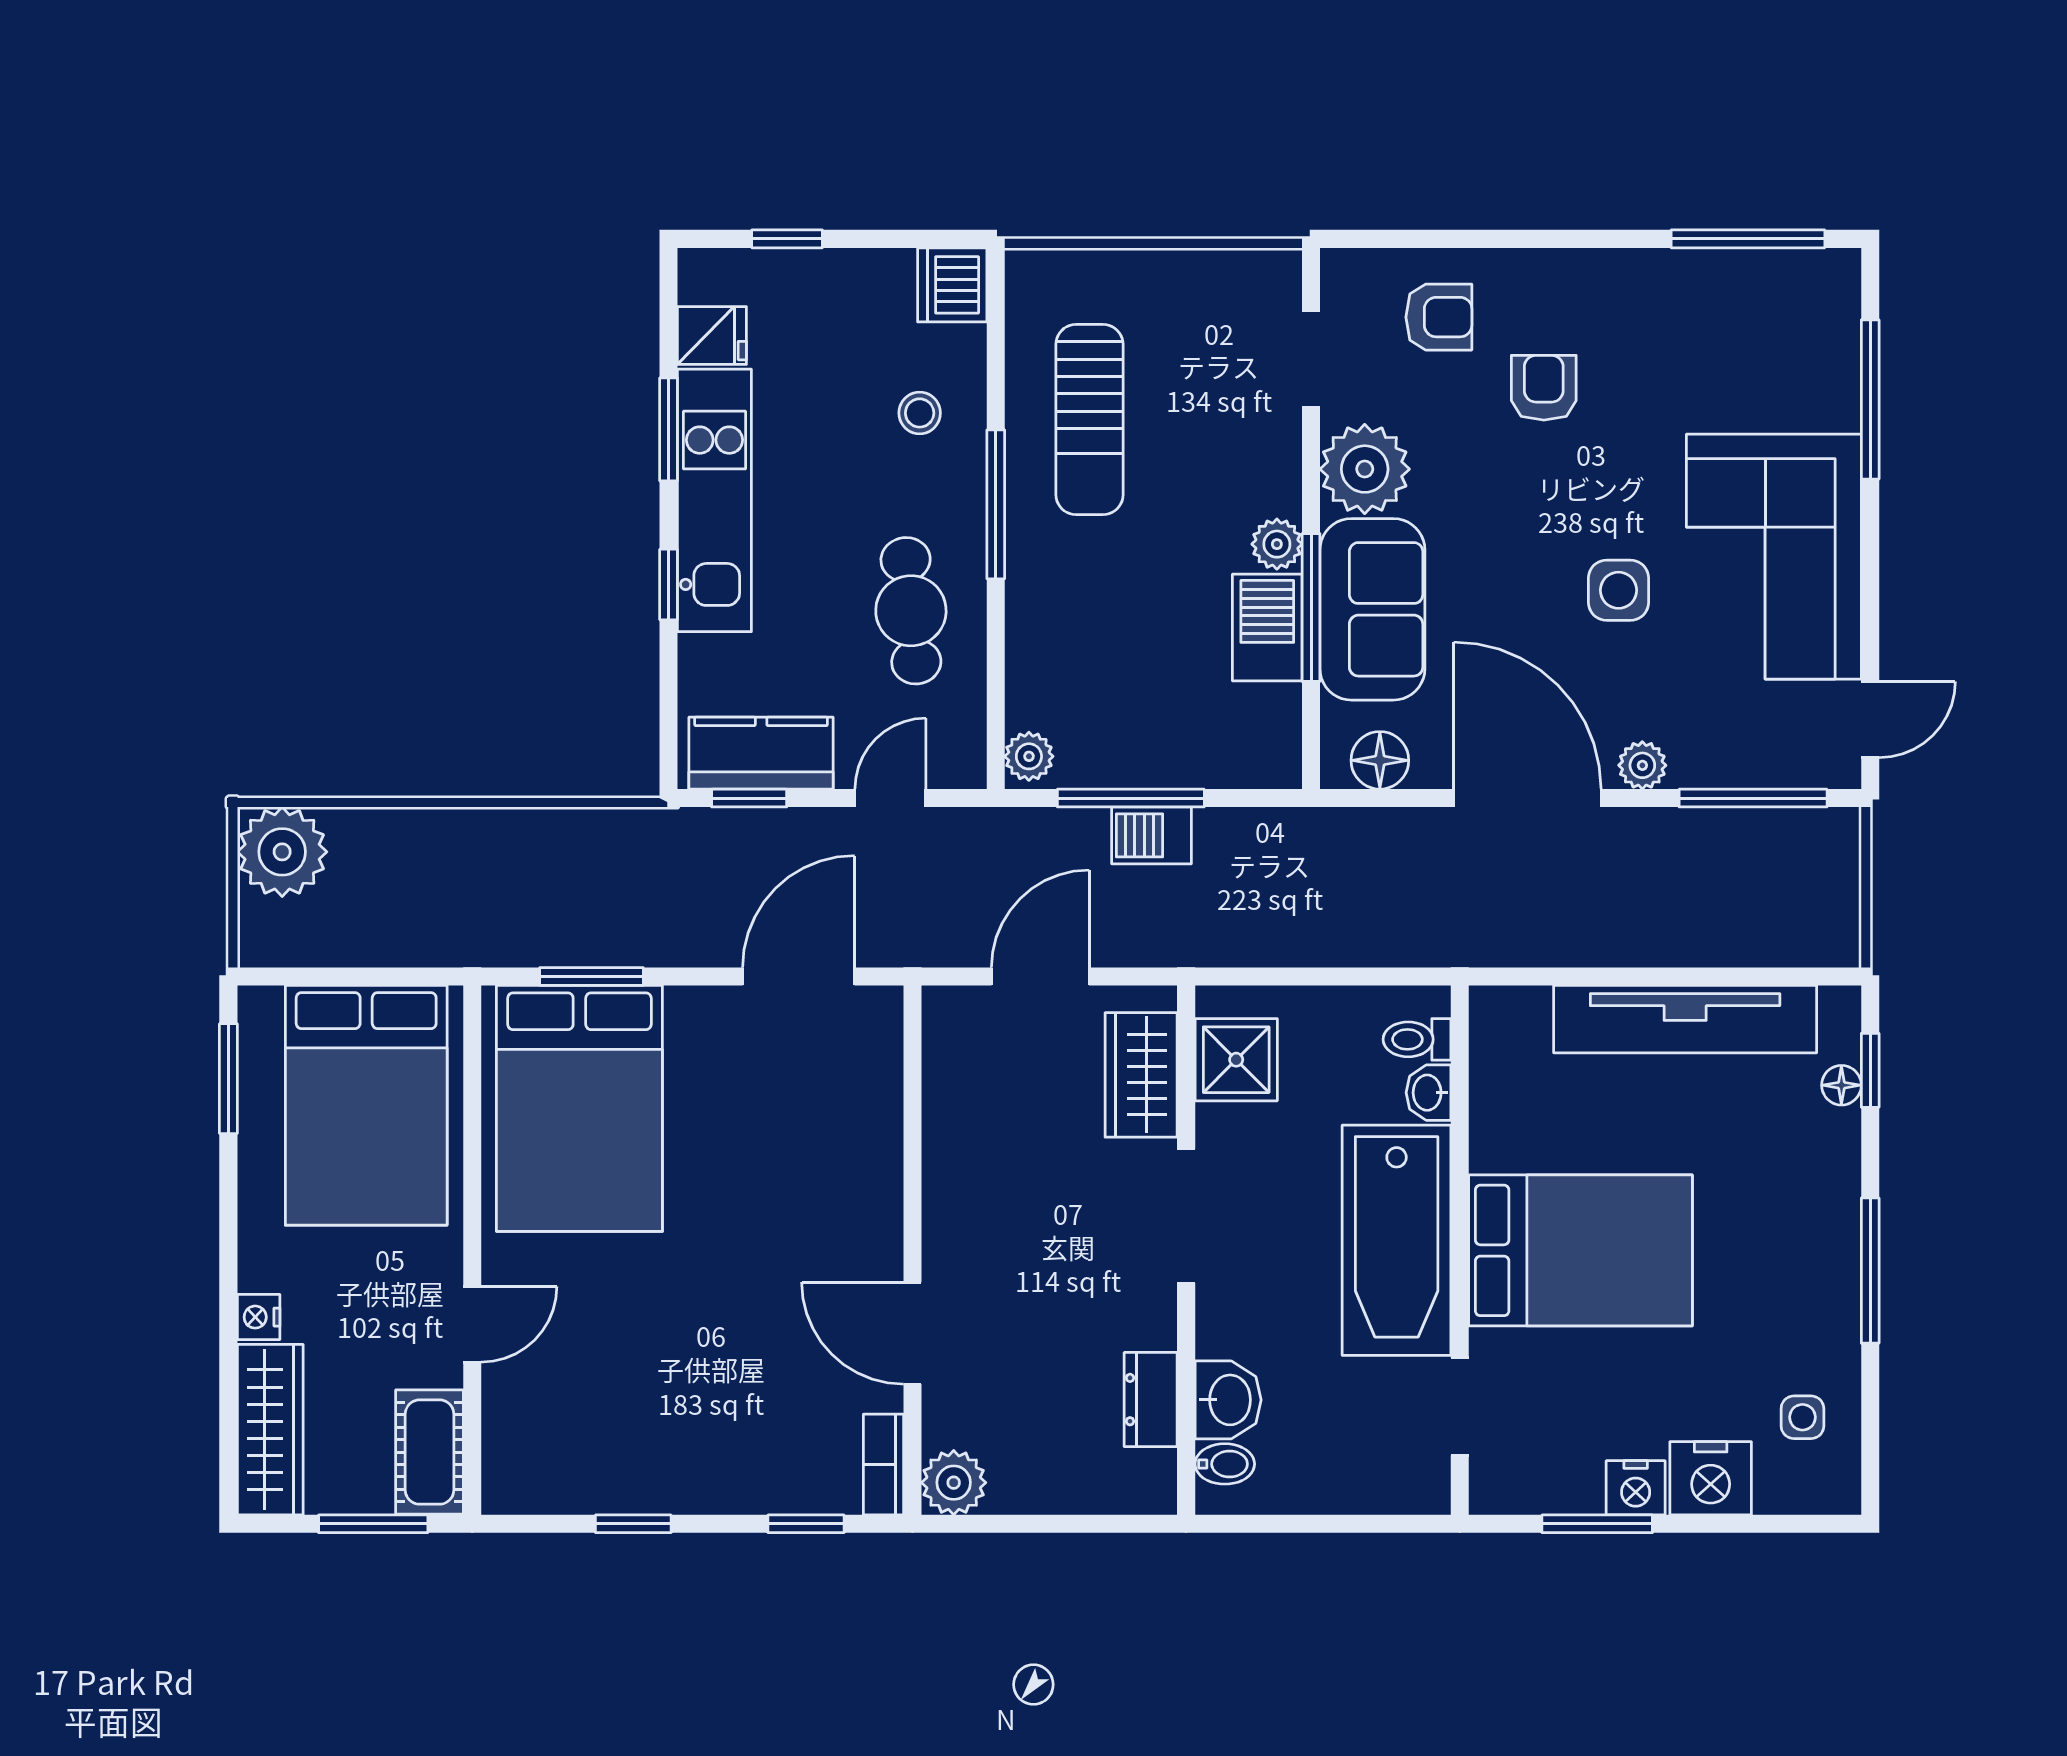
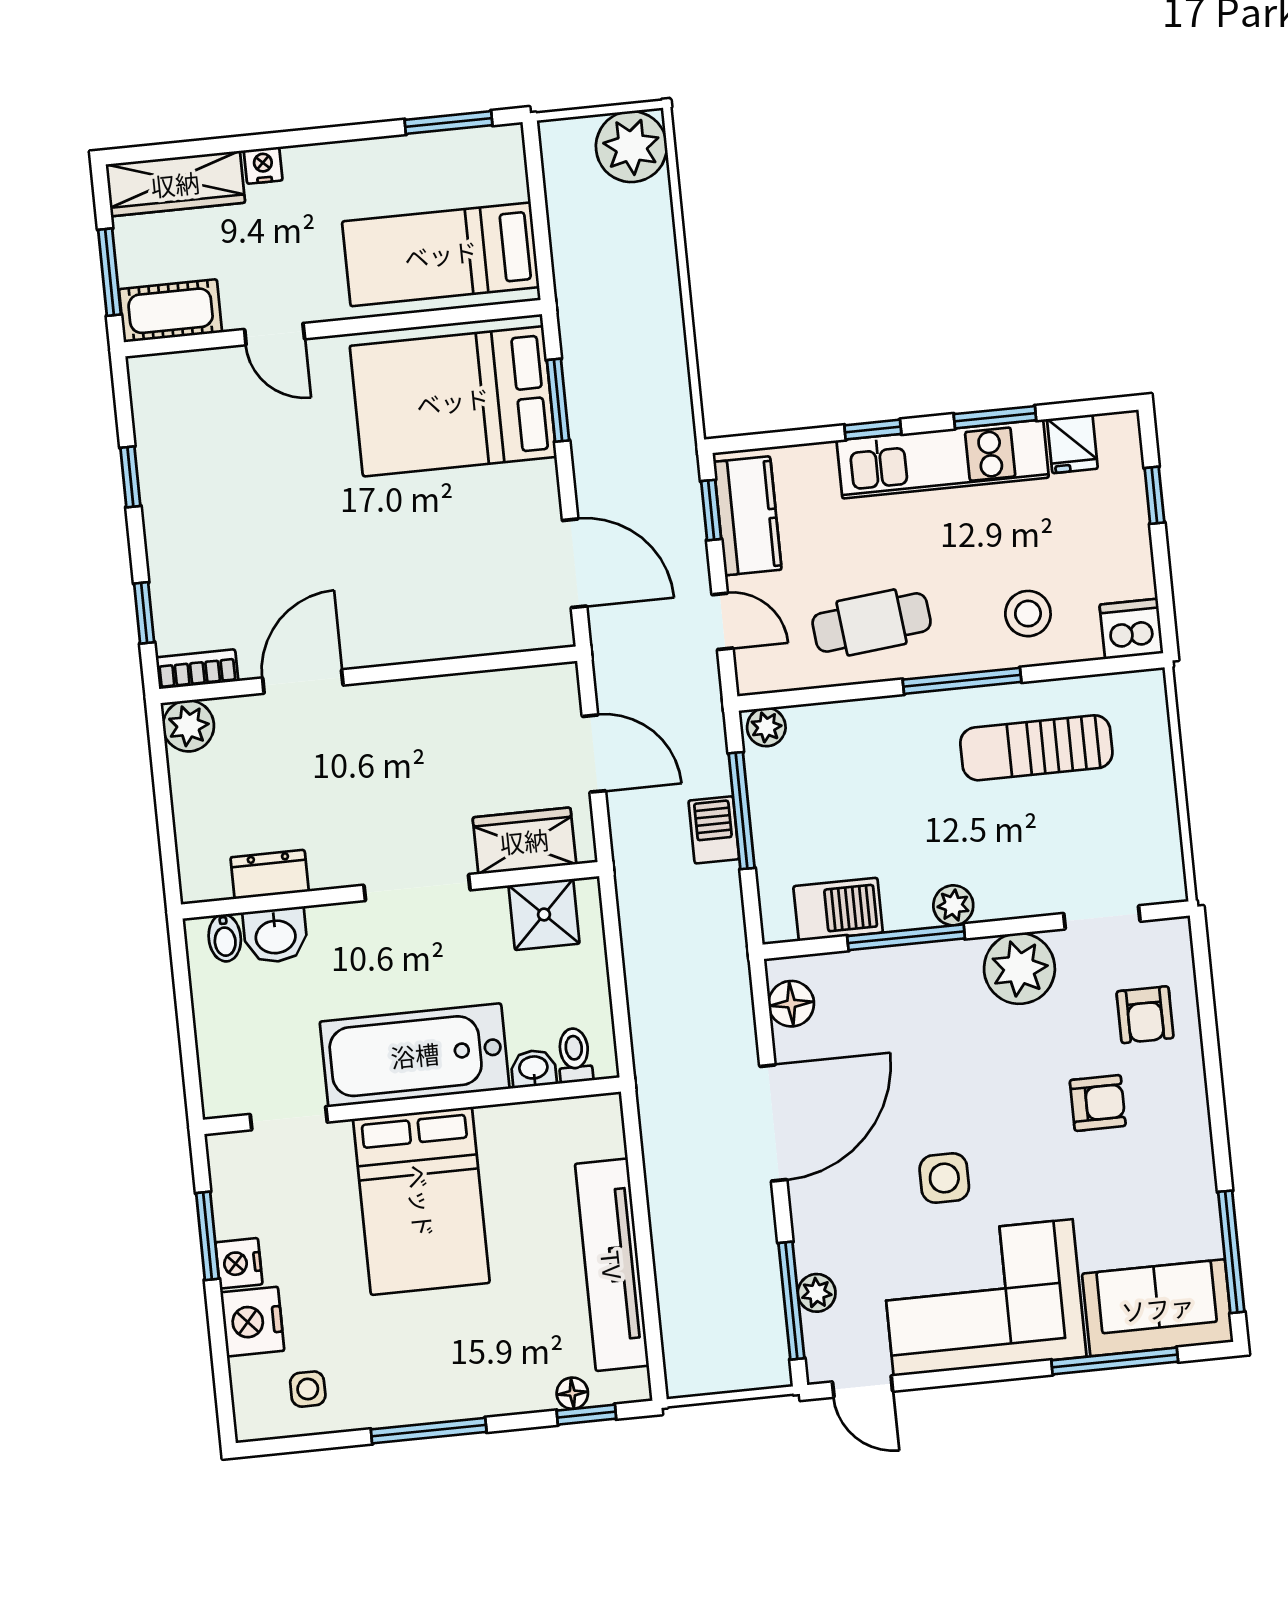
stool: (920, 413) -> (1028, 614), width x1.37, depth x1.37
sofa: (1372, 609) -> (1158, 1308), moved, turned 180
barbecue: (1267, 627) -> (838, 909), moved
plant: (1642, 765) -> (817, 1293), moved
bed: (366, 1105) -> (441, 254), width x0.67

